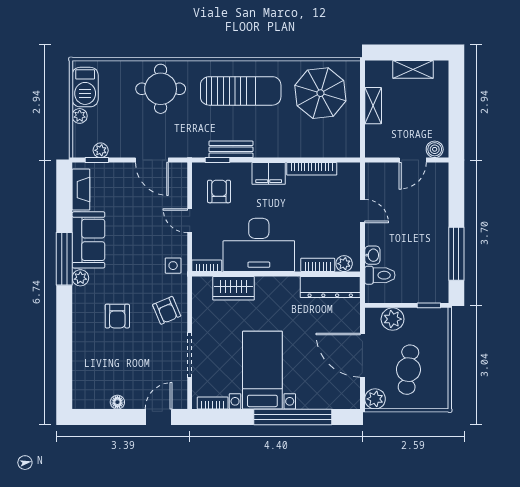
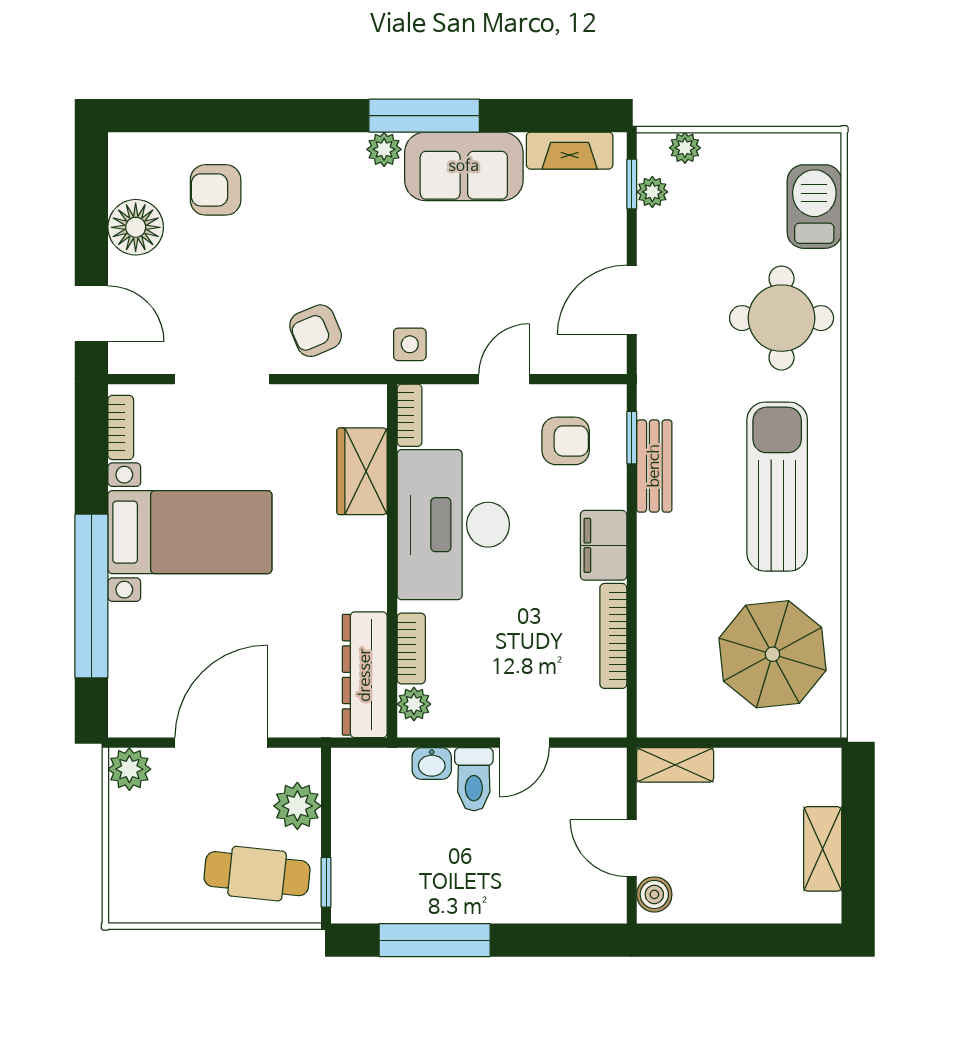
barbecue: (85, 87) -> (814, 207), moved, turned 90
sun lounger: (241, 91) -> (777, 487), turned 180
shelving: (373, 106) -> (675, 765), moved
plant: (80, 116) -> (685, 148), moved
toilet: (380, 275) -> (474, 779), moved
armchair: (117, 316) -> (216, 190), moved
cafe table: (408, 370) -> (257, 874), moved
floor lamp: (117, 402) -> (136, 227), width x1.89, depth x1.89

